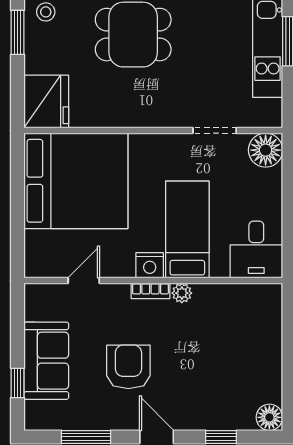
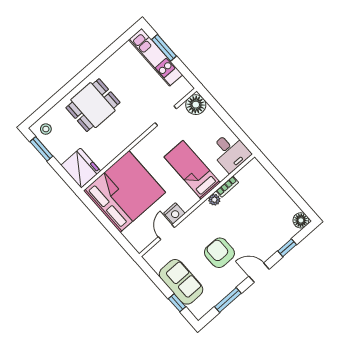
nightstand: (150, 265) -> (174, 213), moved
bookcase: (150, 291) -> (227, 187), moved

